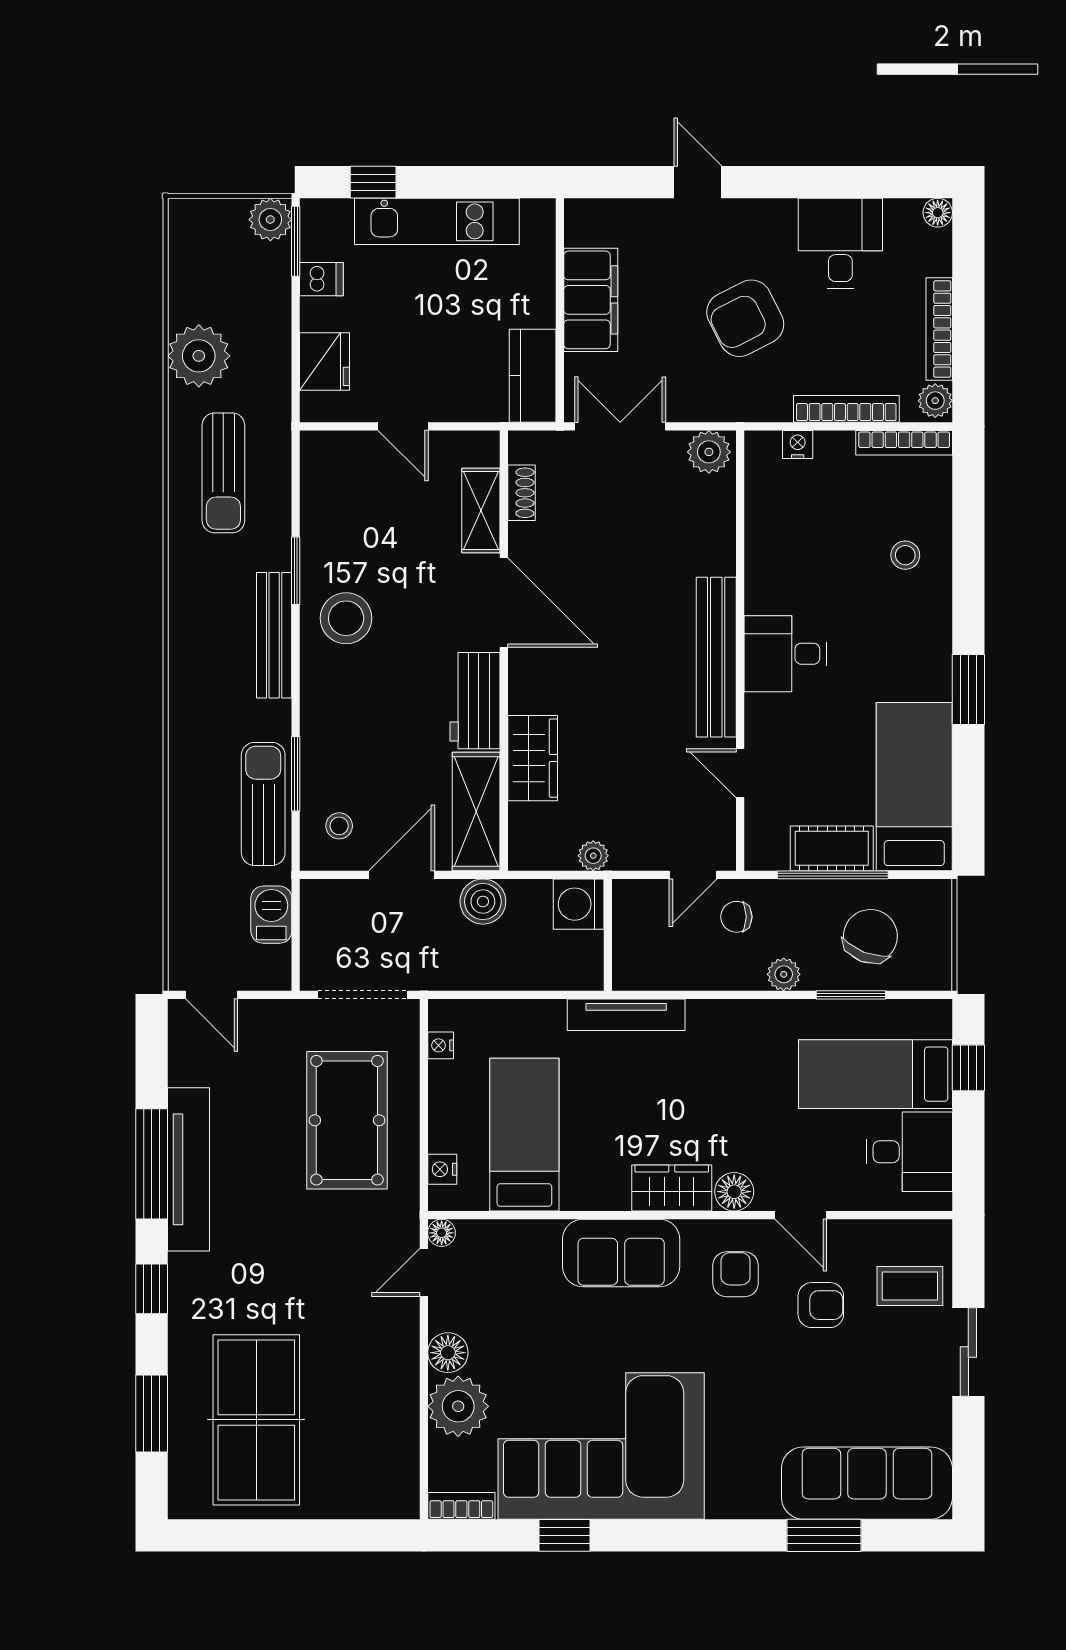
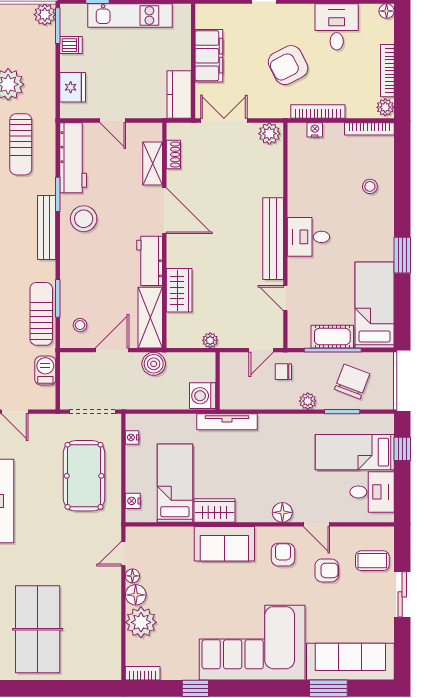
bookcase: (846, 409) -> (318, 112), moved
workbench: (326, 499) -> (73, 158), added
washing machine: (579, 904) -> (203, 396), moved
wardrobe: (672, 1188) -> (215, 510), moved
floor lamp: (442, 1233) -> (132, 576), moved
corner sofa: (601, 1446) -> (252, 643), moved

